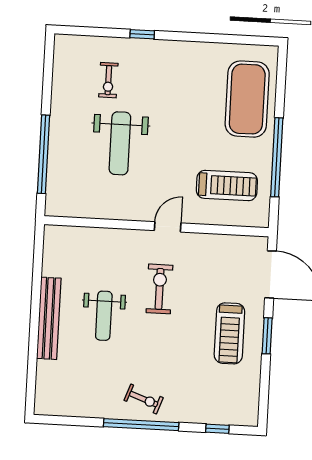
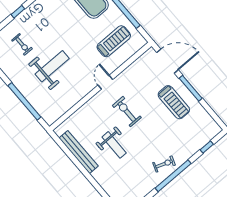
weight bench: (120, 143) -> (52, 66), turned -90
bench: (49, 318) -> (79, 152), moved
window: (267, 336) -> (191, 88), width x1.44

